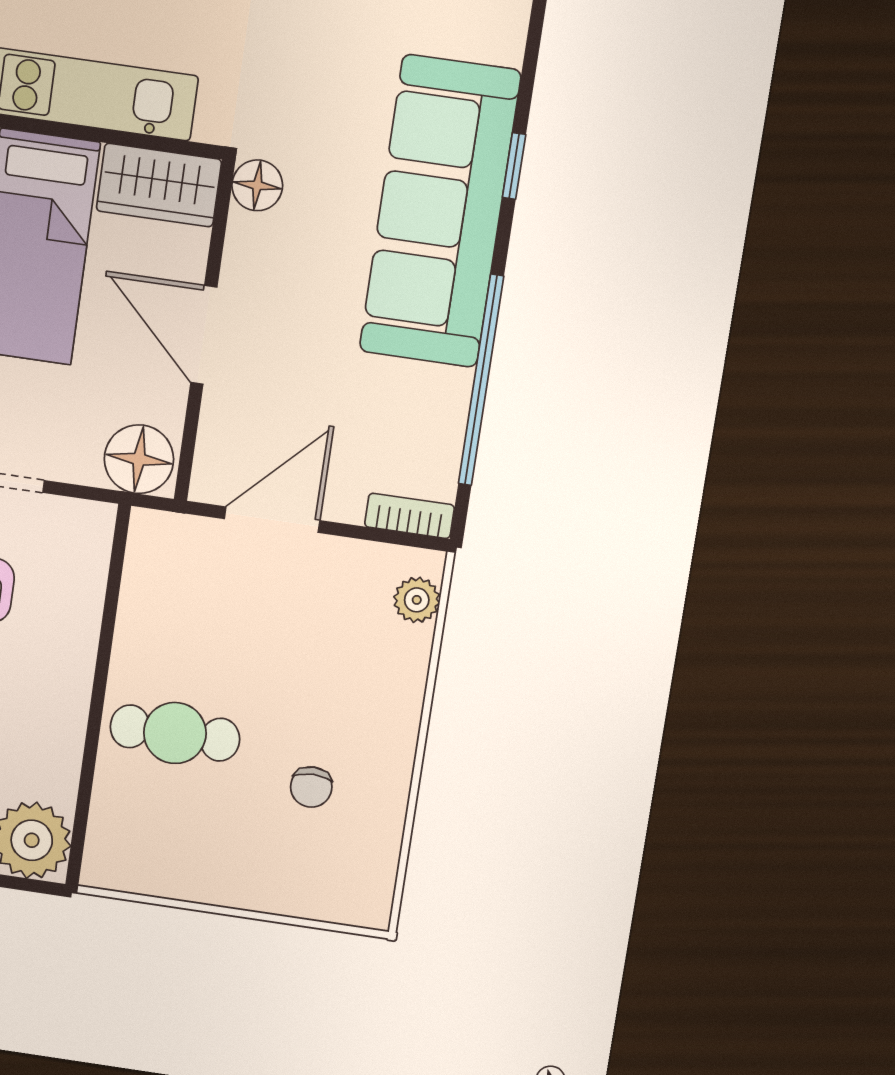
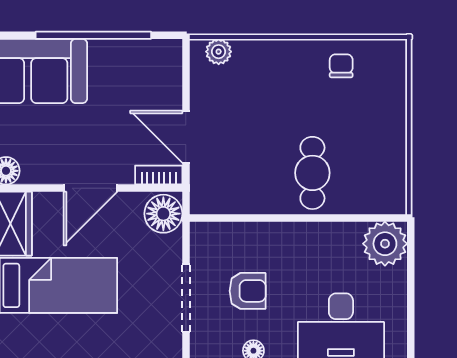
bookcase: (409, 516) -> (159, 175), moved, turned 90
chair: (311, 787) -> (341, 66), moved, turned -90

